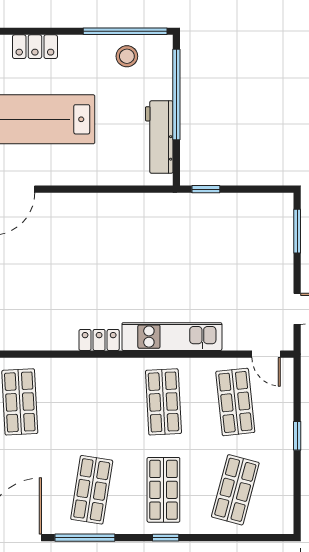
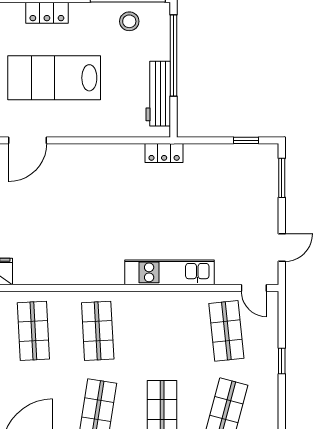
window: (206, 189) -> (246, 140), moved
locker: (99, 340) -> (164, 153), moved, turned 180
shop shelf: (163, 402) -> (98, 331), moved

